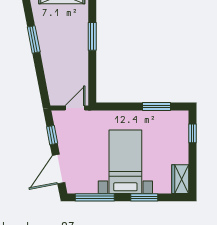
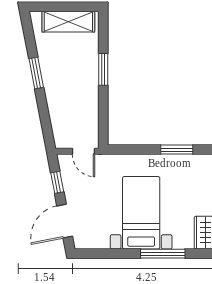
door: (75, 108) -> (83, 151), swing flipped
window: (95, 197) -> (106, 254), removed
window: (144, 197) -> (163, 254), width x1.44

